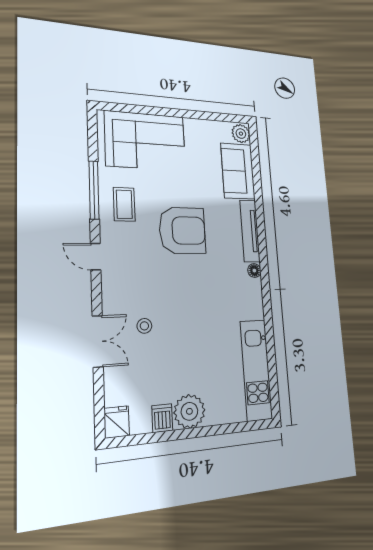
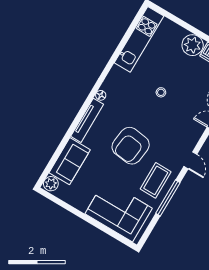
coffee table: (124, 204) -> (156, 180), width x1.36, depth x1.30
armchair: (182, 230) -> (131, 146), turned -83
stool: (144, 326) -> (161, 92), moved

